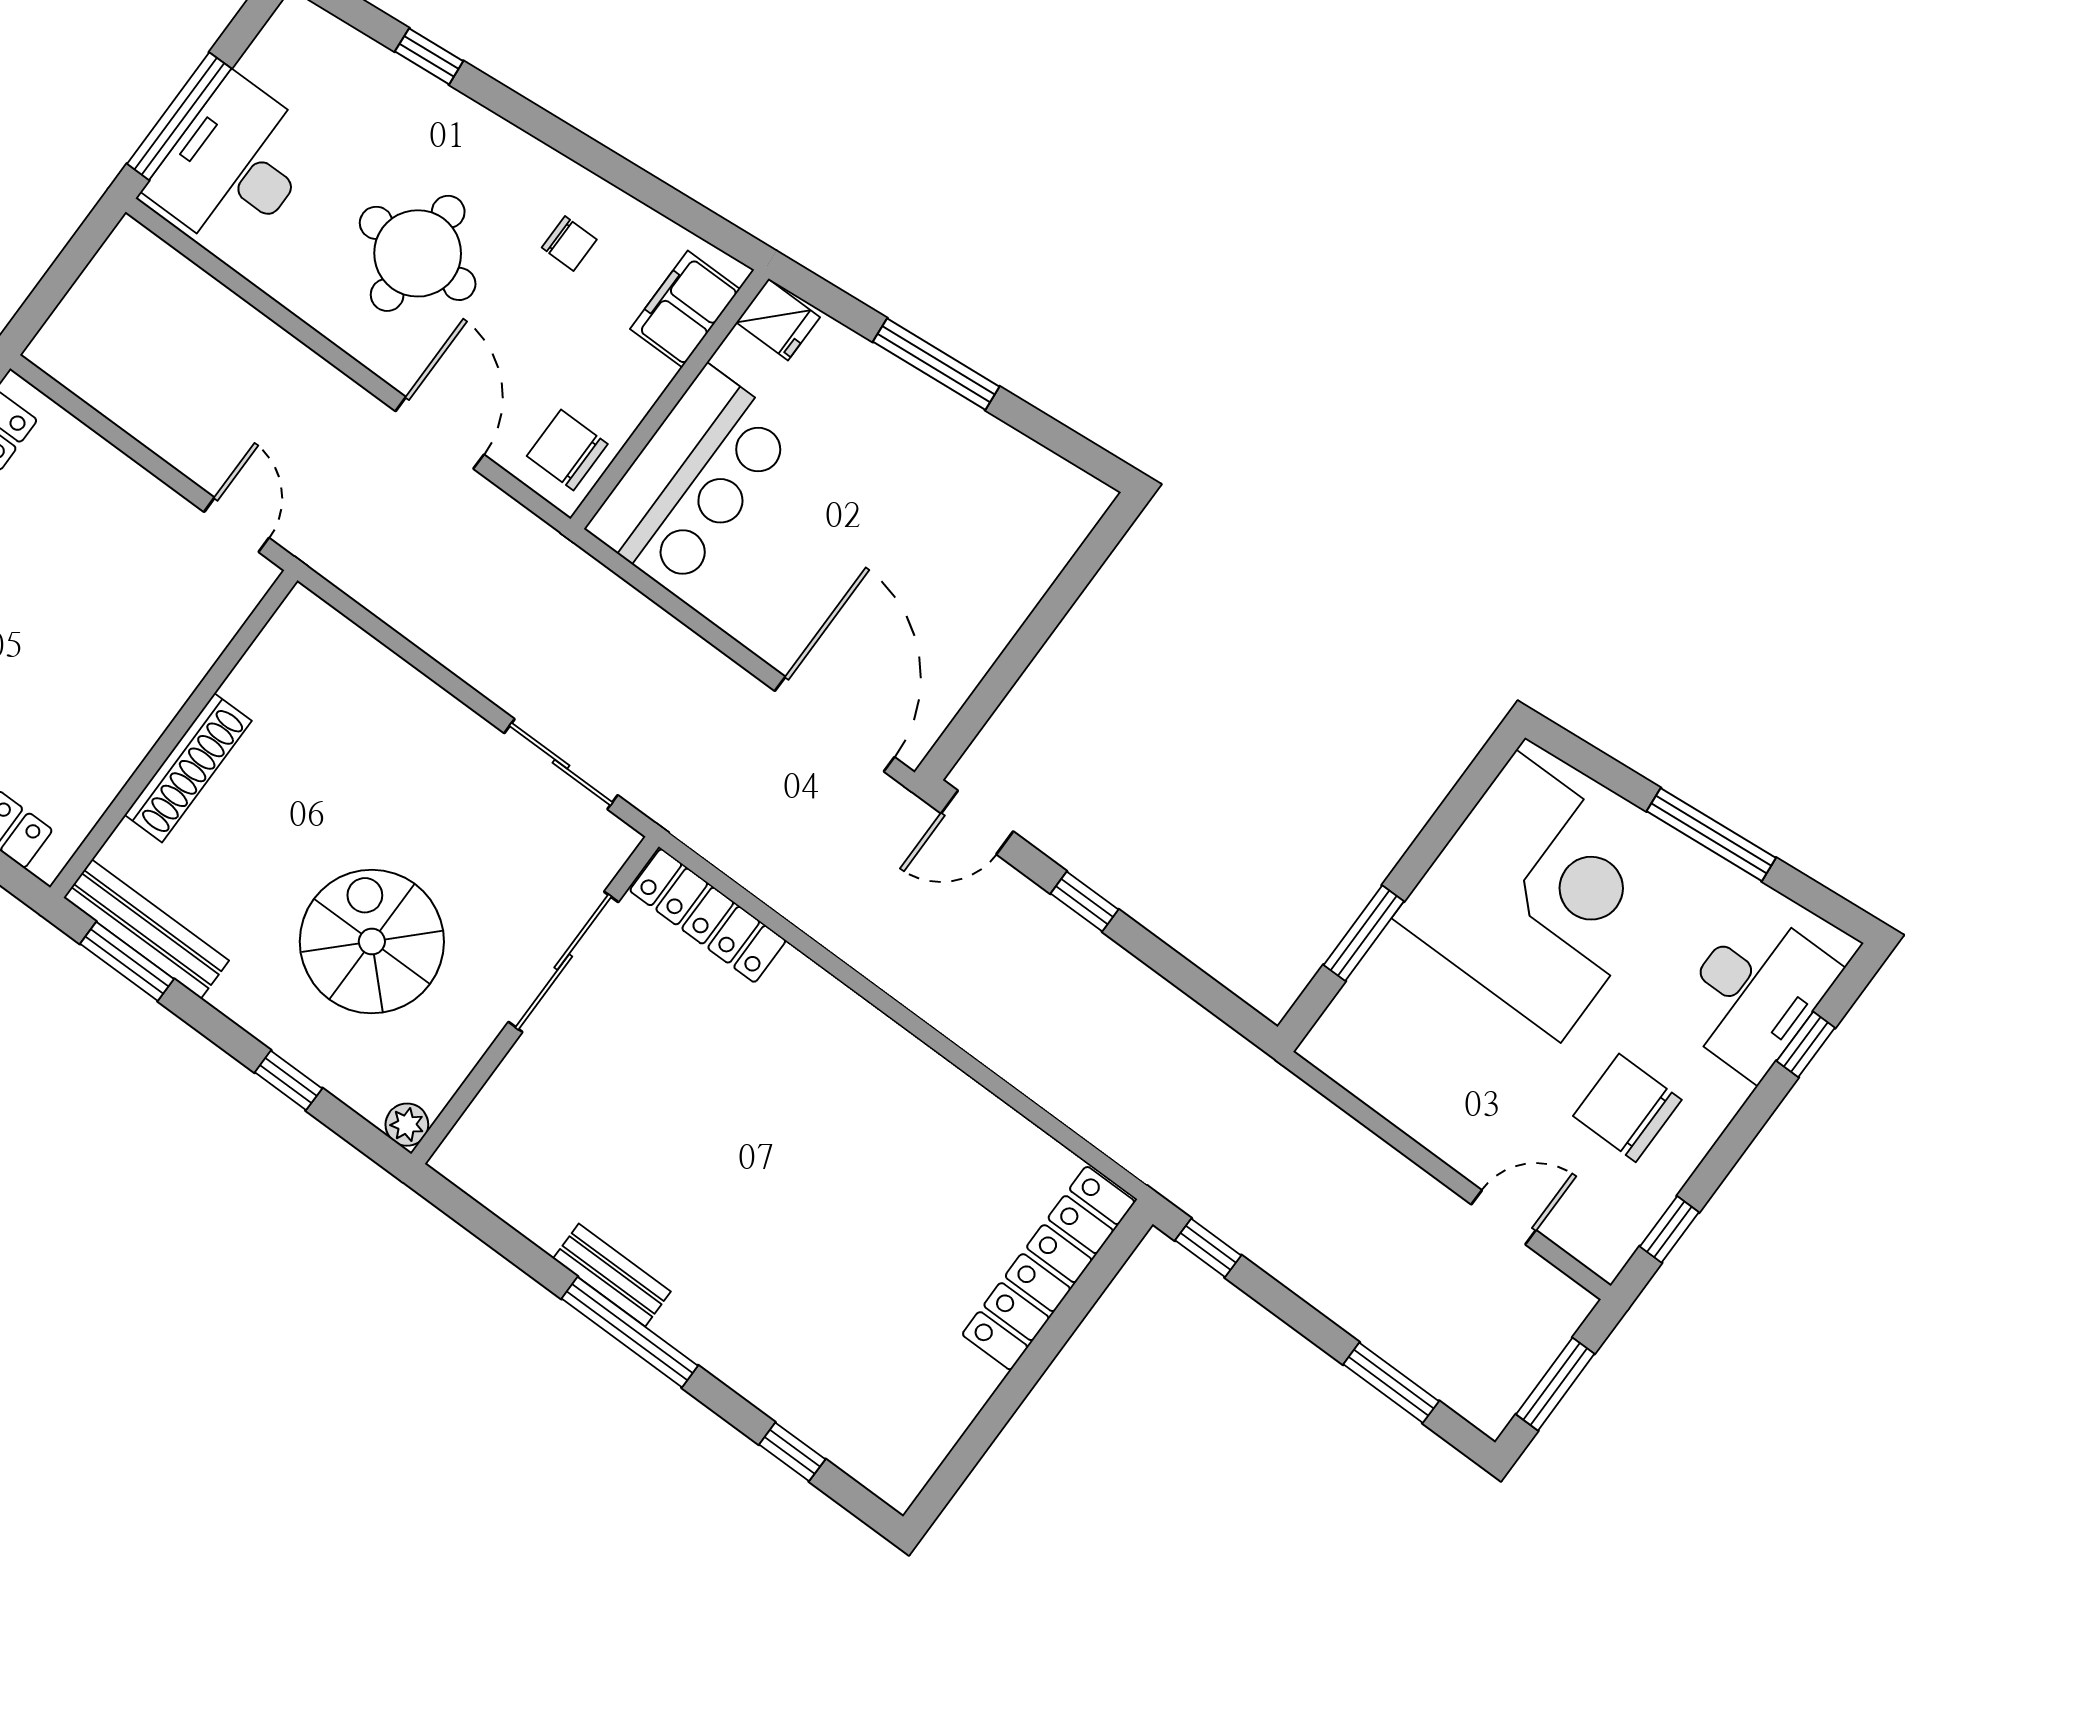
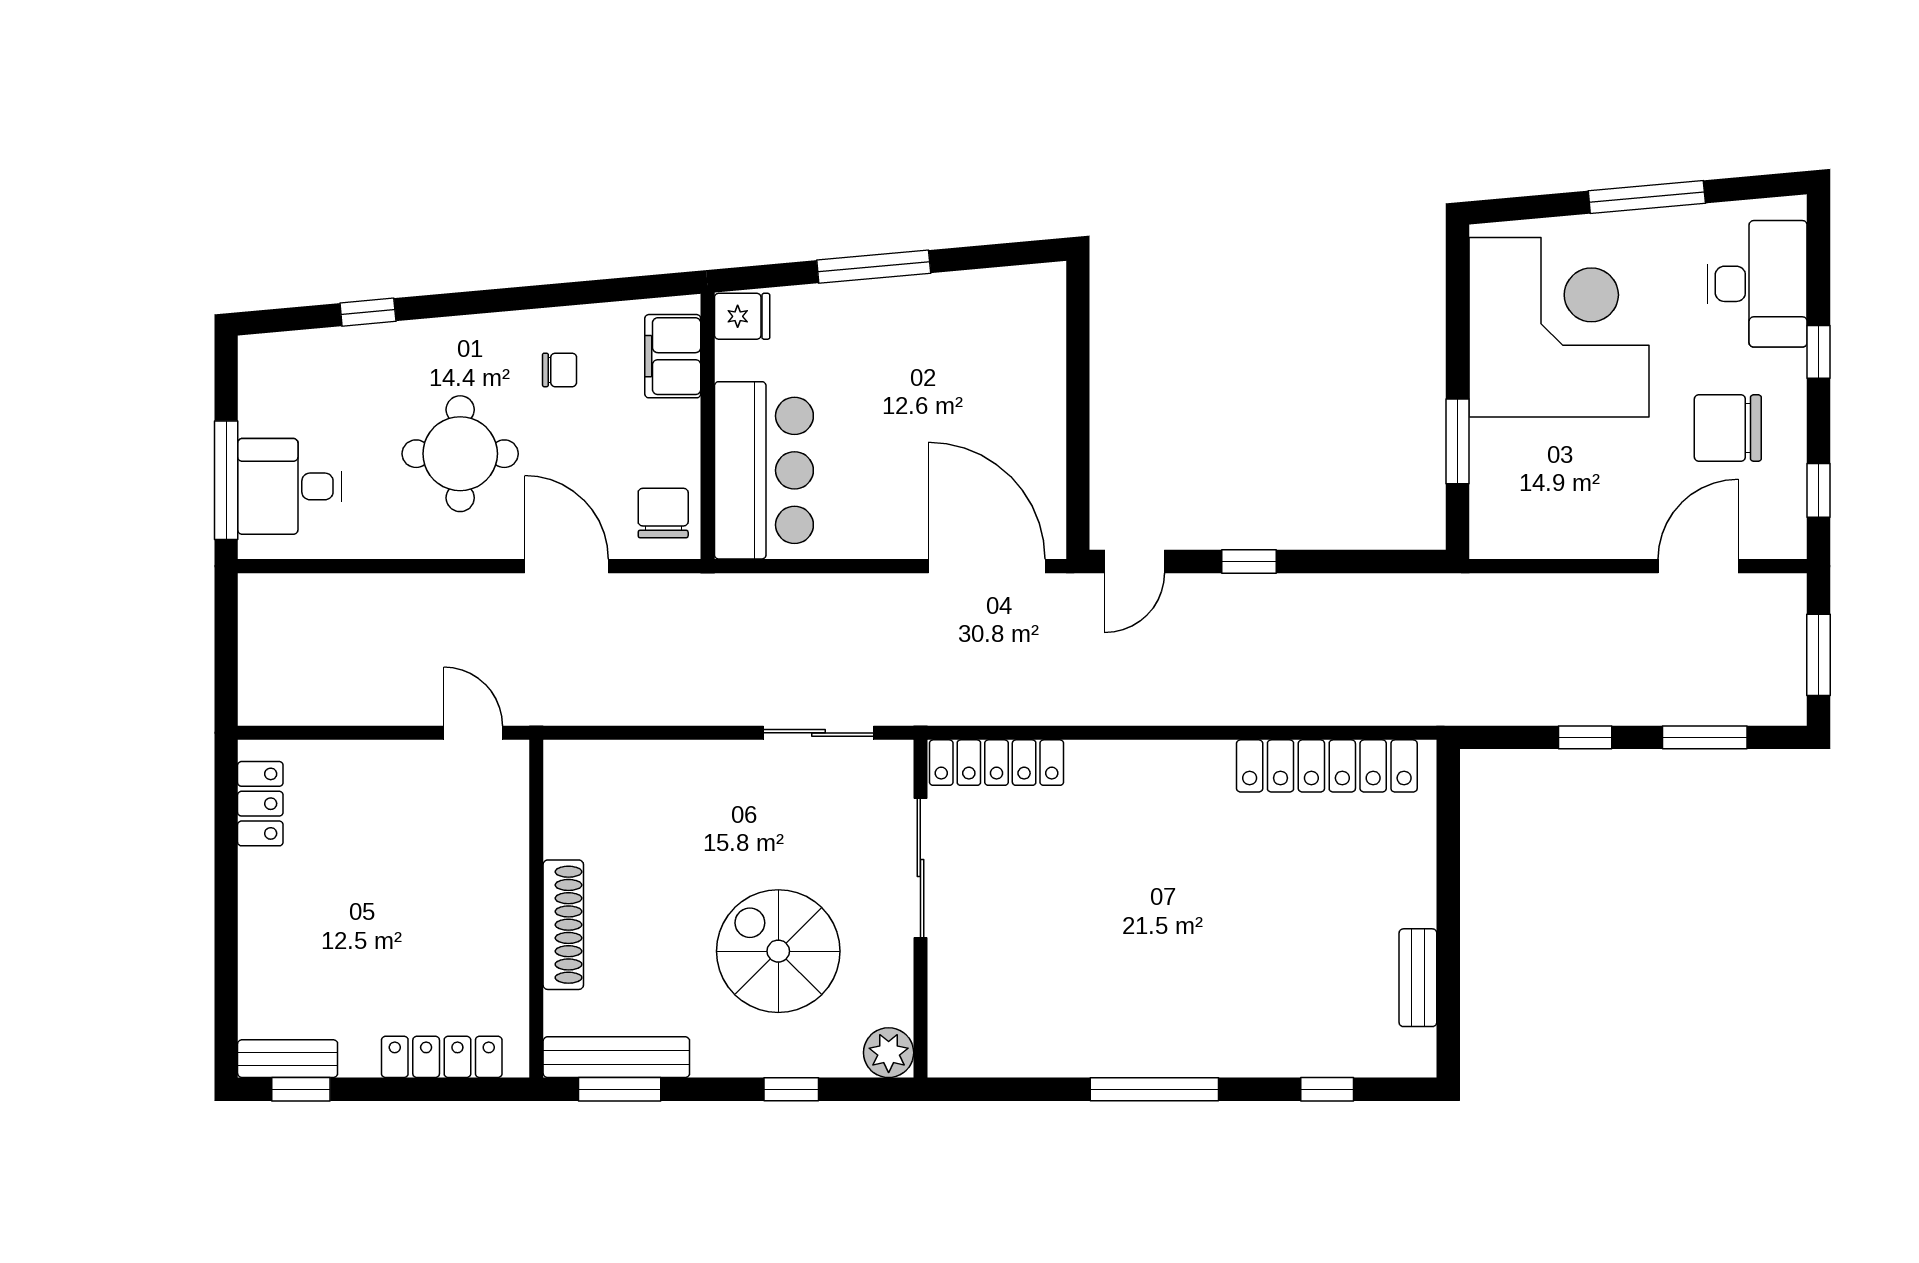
desk: (234, 166) -> (289, 486), width x0.73
chair: (567, 450) -> (663, 513), turned 90
window: (1806, 1044) -> (1818, 352), moved
plant: (407, 1125) -> (889, 1053), width x1.38, depth x1.38
door: (1504, 1217) -> (1698, 566), width x1.38
window: (1208, 1248) -> (1585, 737), moved
locker: (1049, 1268) -> (1327, 766), moved, turned -90
bench: (612, 1275) -> (1418, 978), moved, turned 90

